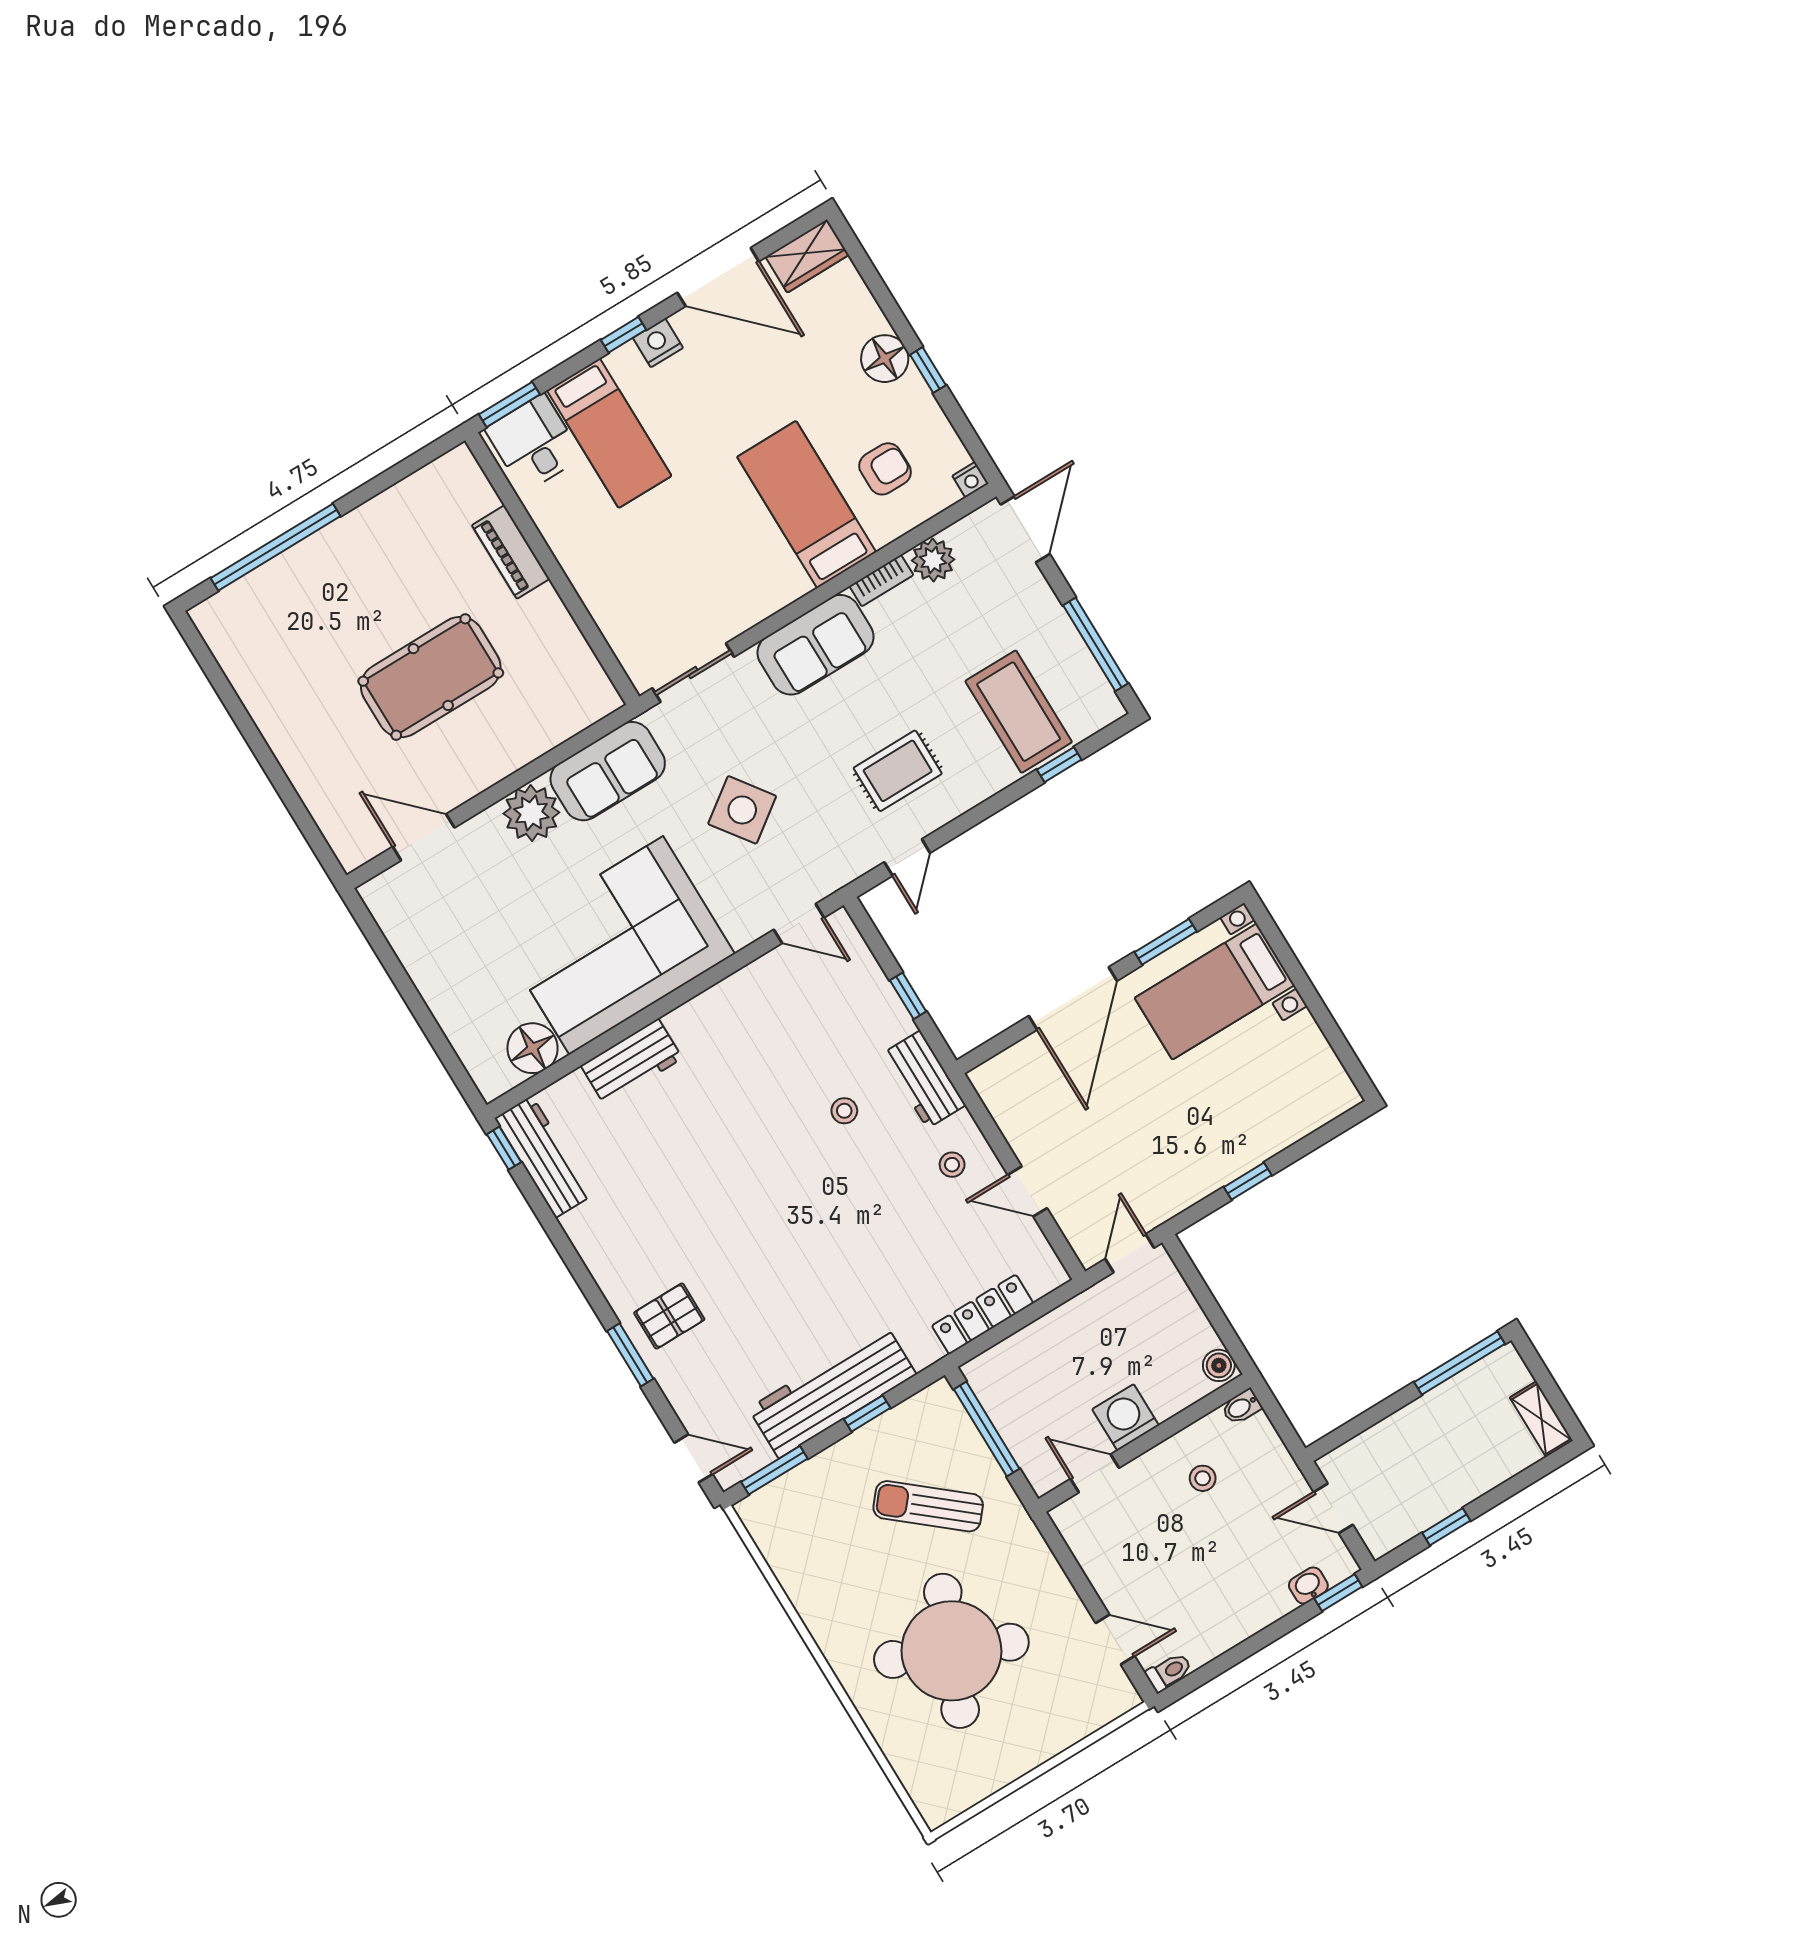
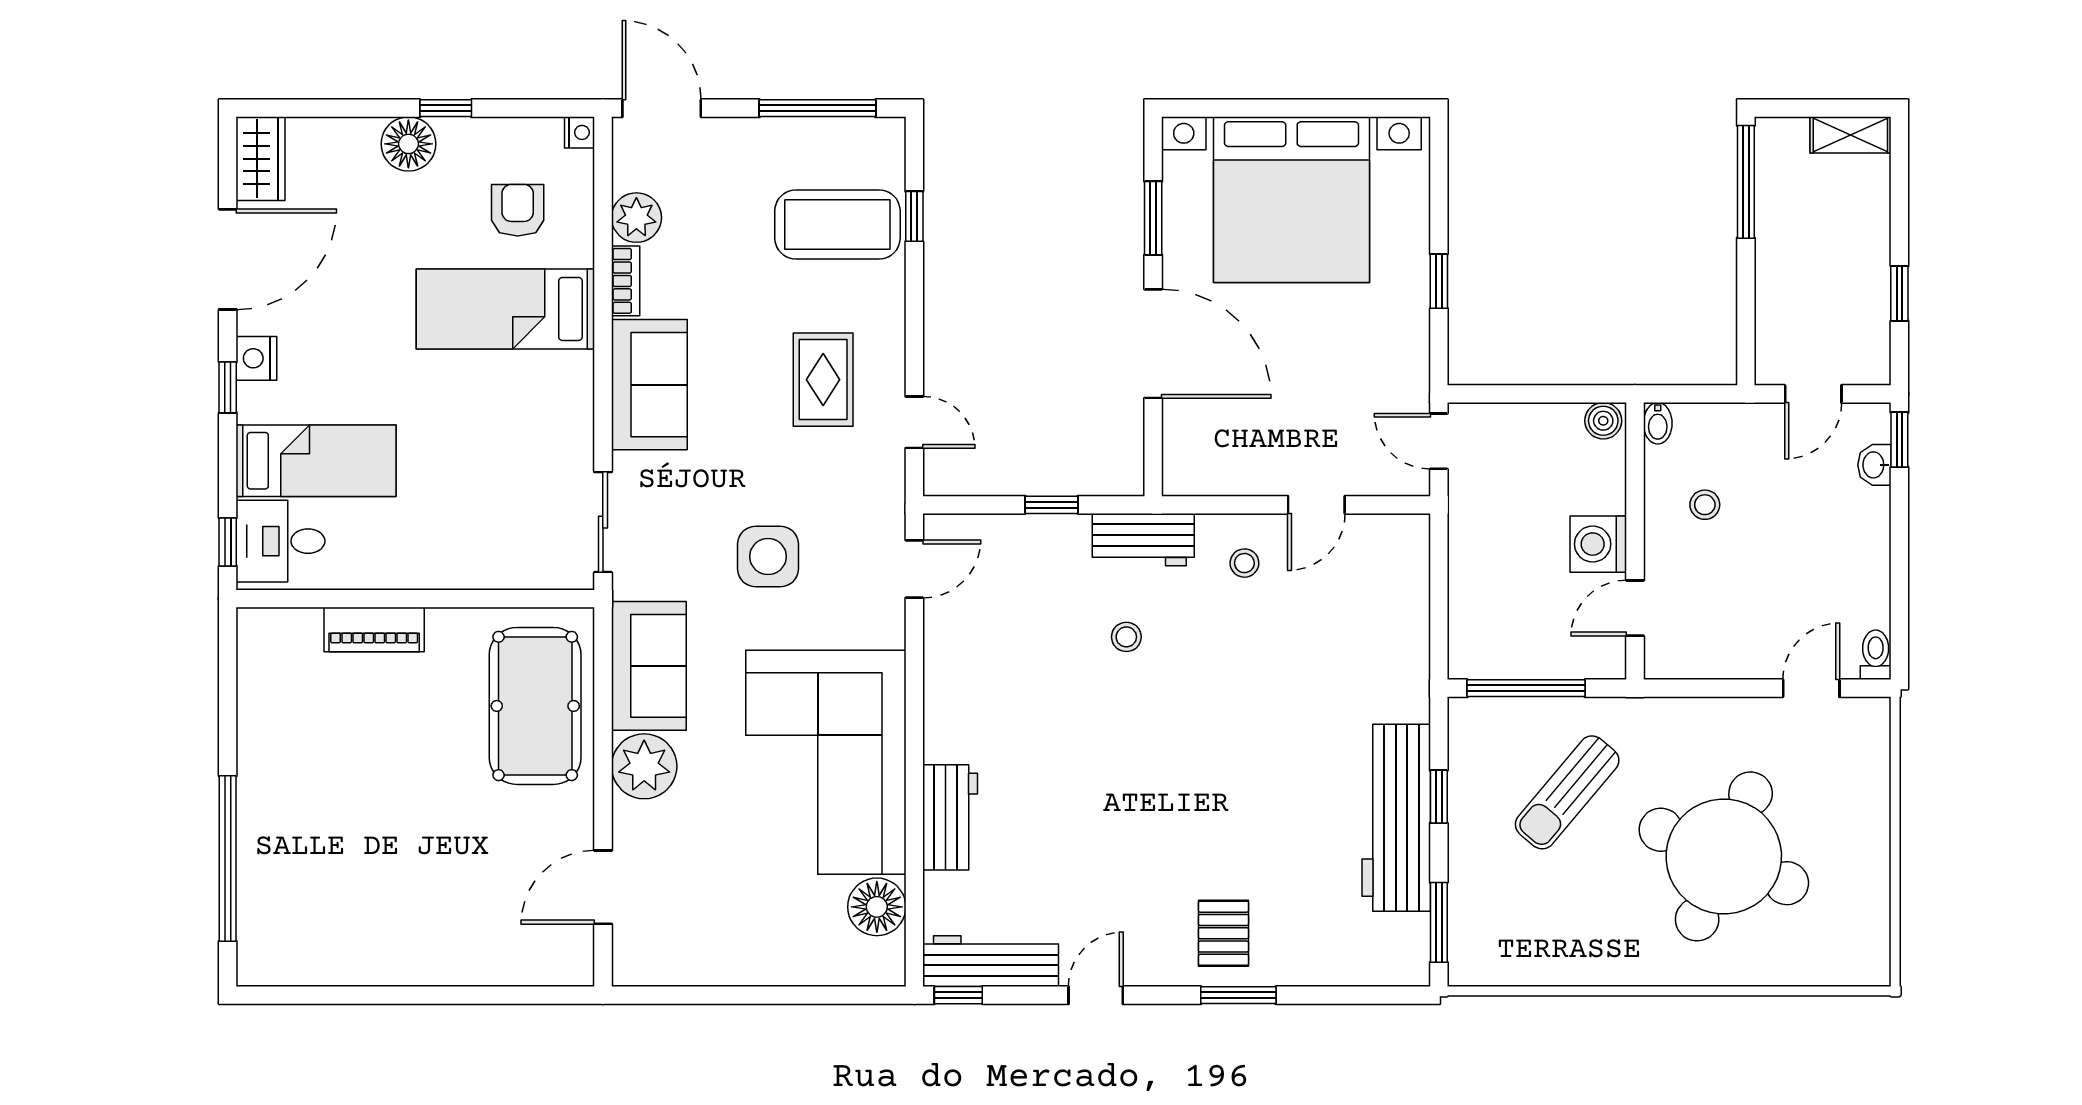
window: (509, 404) -> (228, 542), width x0.67
pool table: (431, 677) -> (535, 706), moved
side table: (742, 810) -> (768, 556), turned 36
bed with nightstands: (1215, 991) -> (1291, 200), width x1.85
locker: (983, 1314) -> (1411, 623), removed
door: (693, 1458) -> (1096, 995), moved

